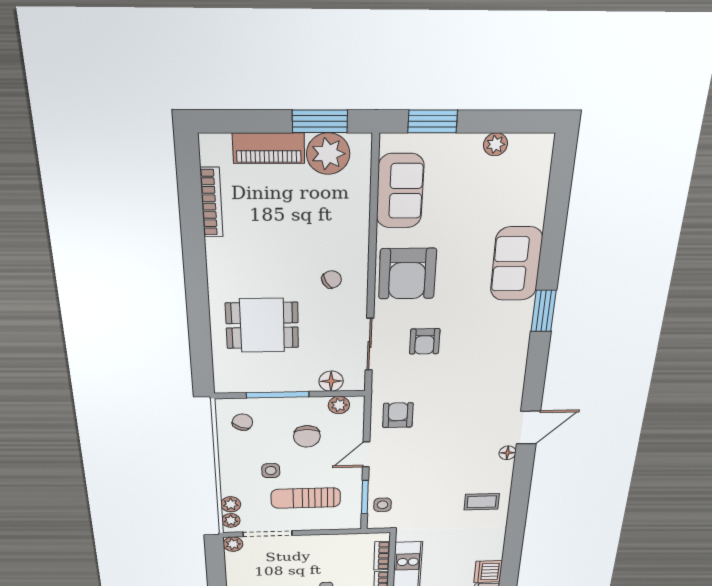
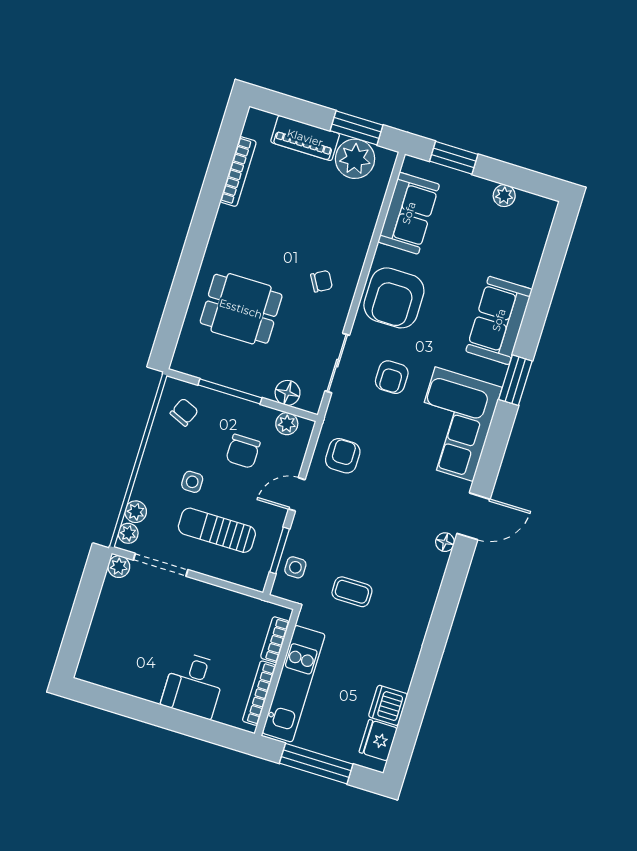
corner sofa: (494, 363) -> (454, 424), added
coffee table: (482, 502) -> (352, 592), moved

